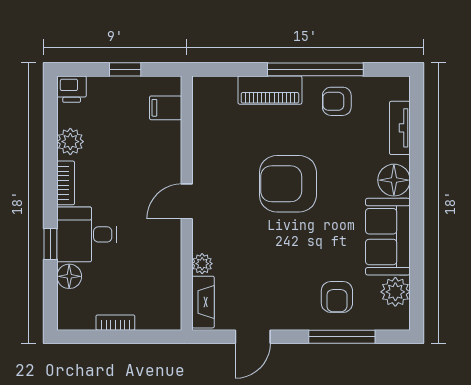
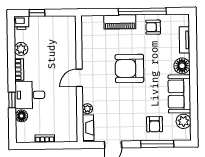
window: (125, 69) -> (37, 13), moved
filing cabinet: (166, 108) -> (68, 32), removed

